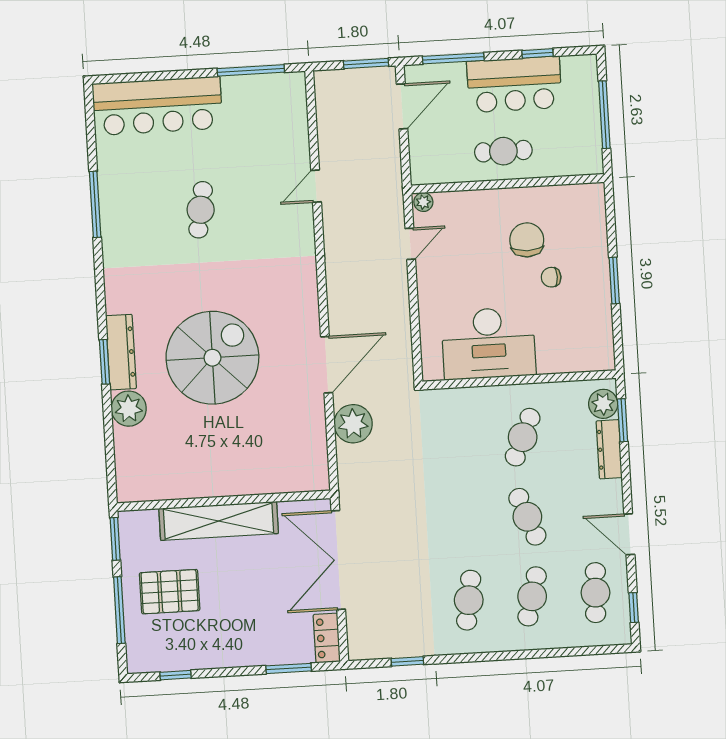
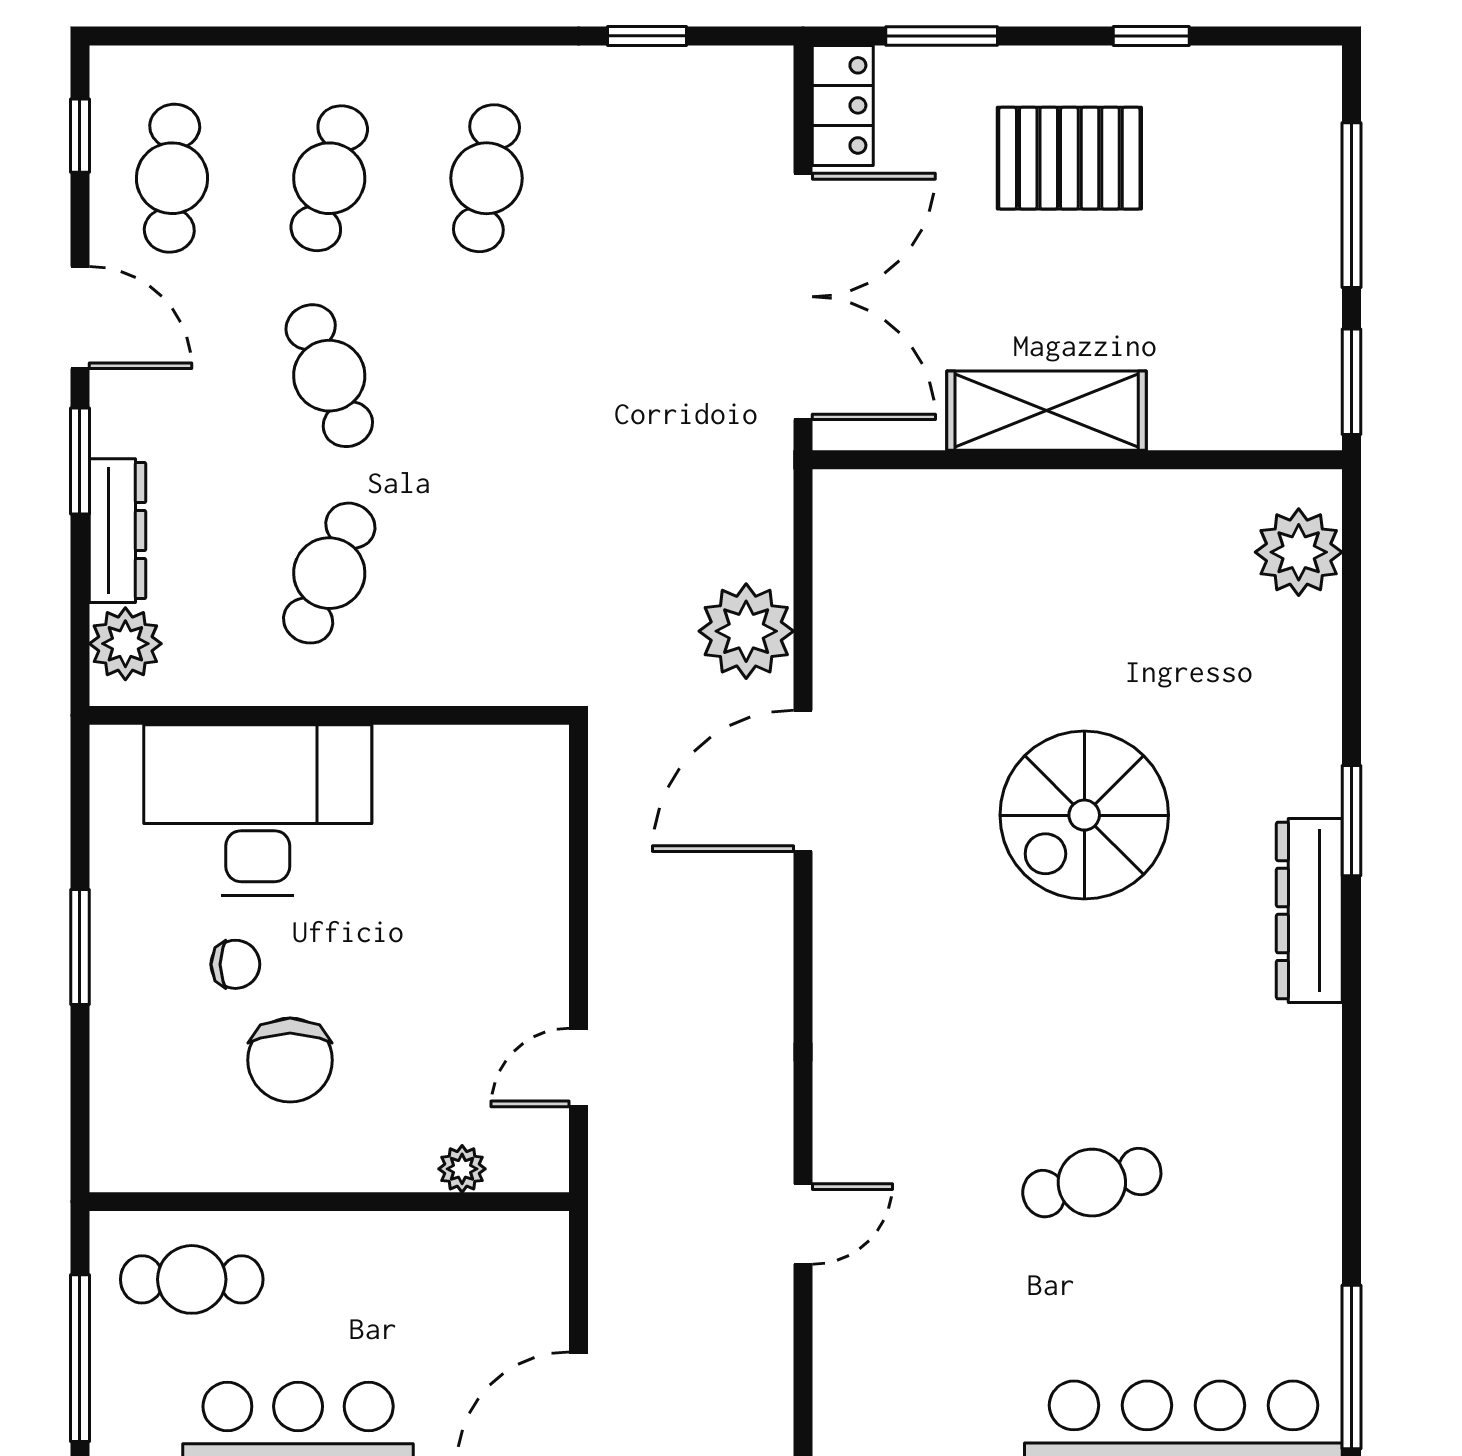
cafe table: (503, 151) -> (192, 1279), moved
plant: (423, 202) -> (462, 1169), moved
window: (95, 204) -> (1352, 1367), moved
cafe table: (201, 210) -> (1092, 1183), turned 67
desk: (489, 343) -> (258, 810), moved
dresser: (121, 352) -> (1309, 911), moved
spiral stairs: (212, 358) -> (1084, 815), width x0.73, depth x0.73
plant: (129, 409) -> (1299, 552), moved
window: (623, 420) -> (80, 461), moved
shelving: (219, 521) -> (1047, 411), width x0.68
pallet: (170, 592) -> (1069, 158), moved
window: (176, 675) -> (1151, 36), moved

